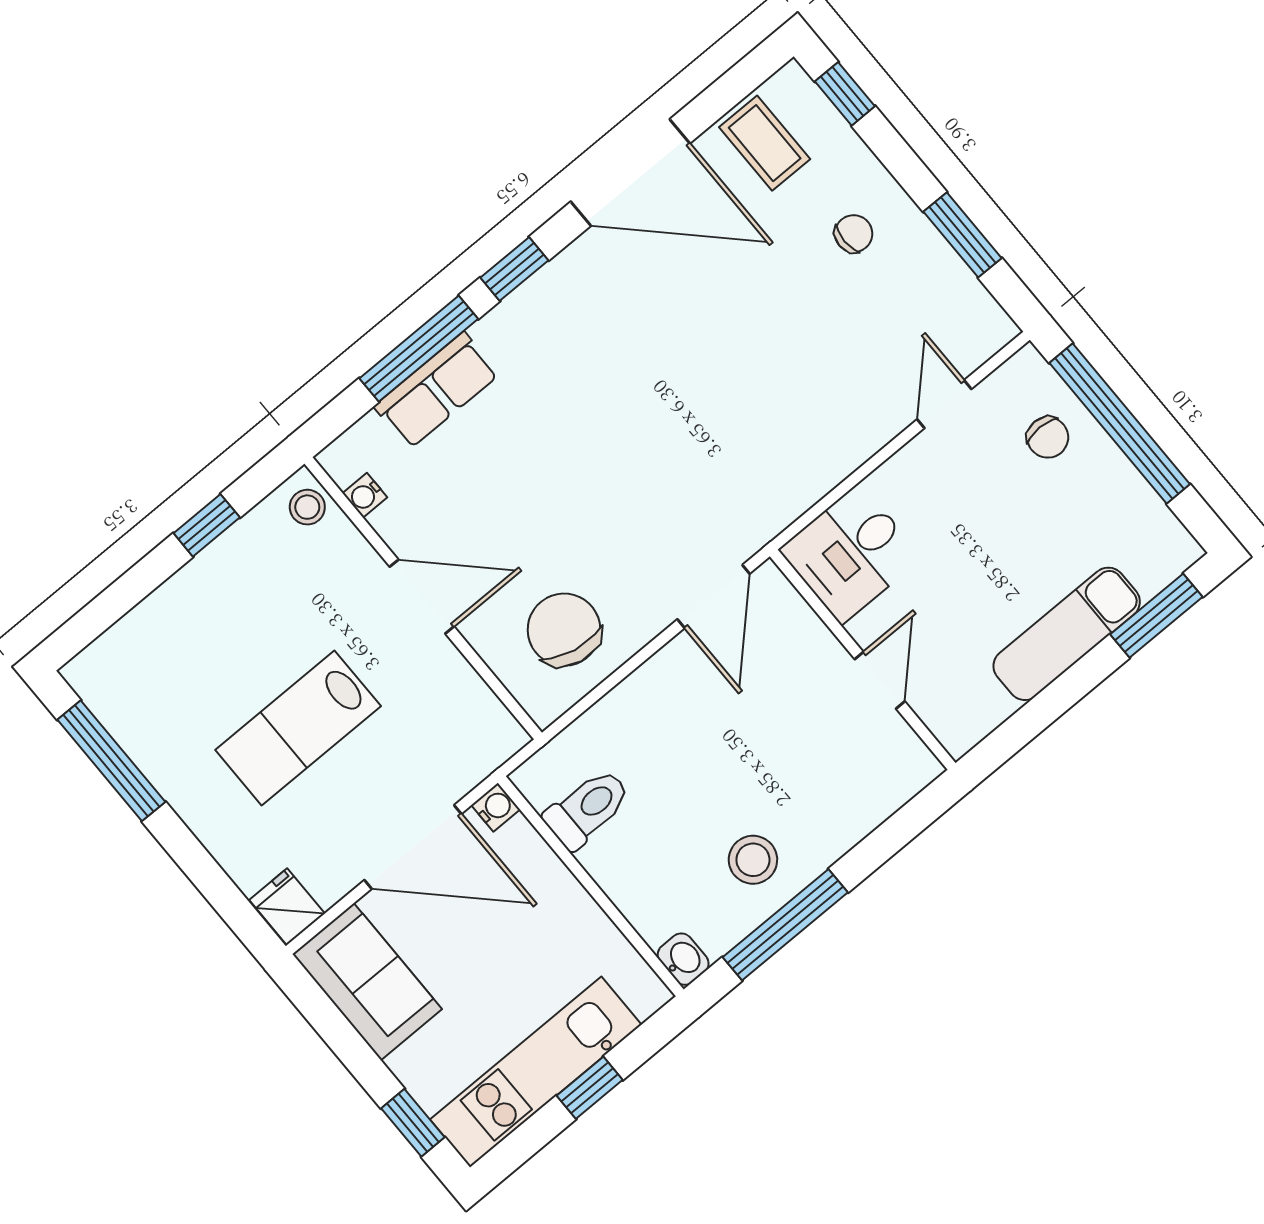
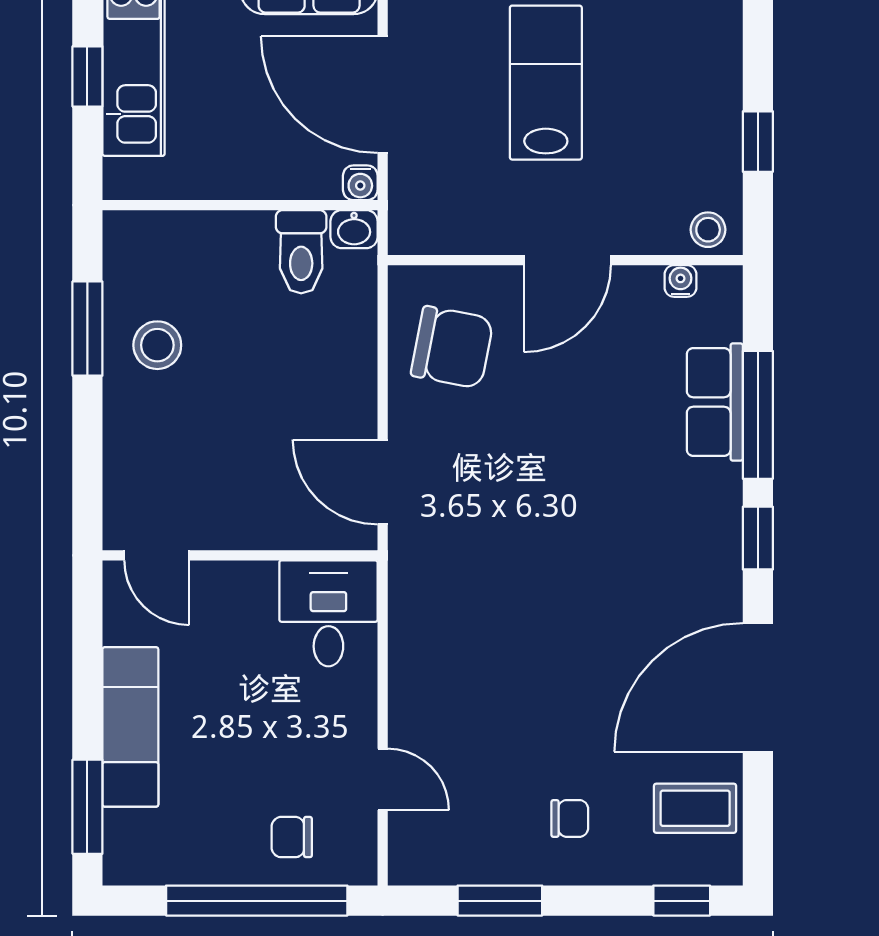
chair: (854, 234) -> (570, 818), turned -90
door: (880, 680) -> (157, 555), moved
door: (413, 847) -> (383, 95), hinge flipped
window: (785, 925) -> (87, 329), width x0.69
washbasin: (683, 959) -> (354, 229), moved

